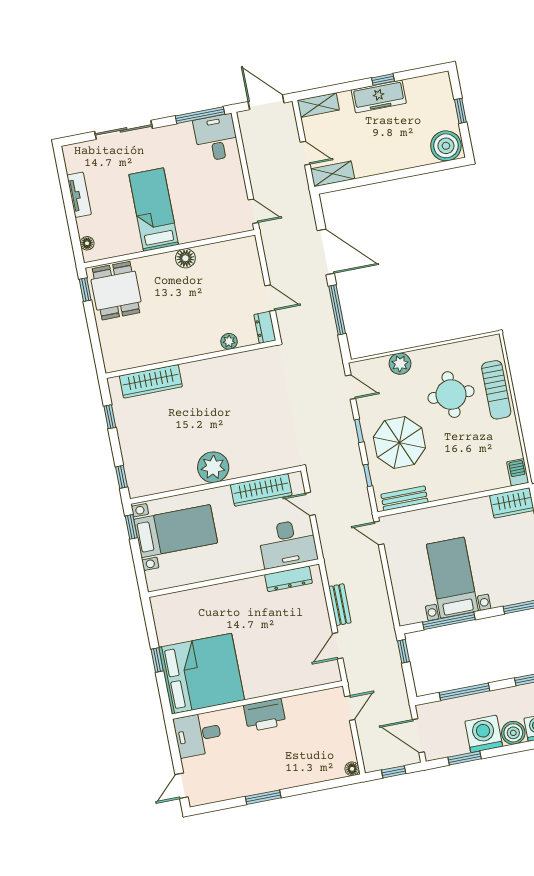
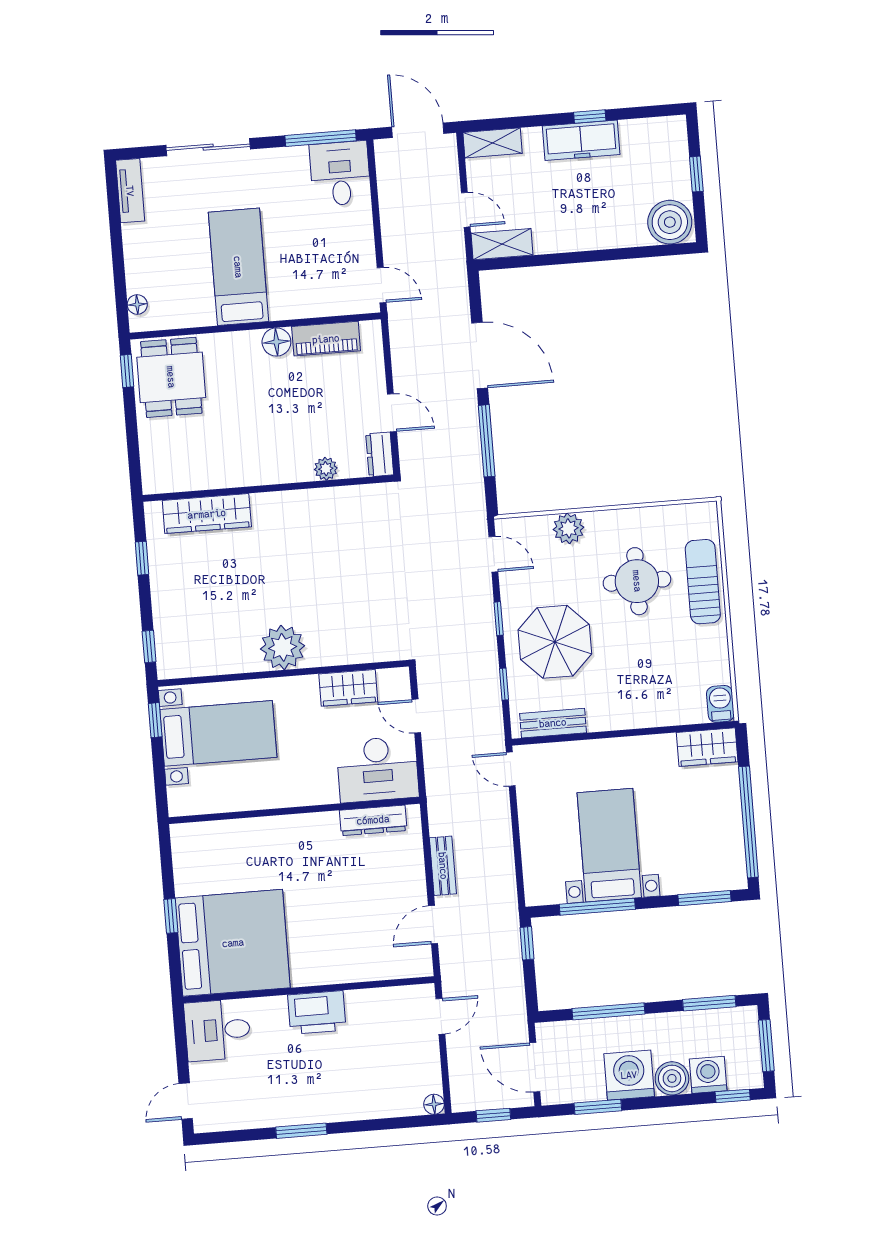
tv unit: (79, 195) -> (130, 191), moved
piano: (219, 252) -> (326, 339), added
sun lounger: (496, 390) -> (703, 582), turned 180
wardrobe: (261, 490) -> (348, 688), width x0.67

